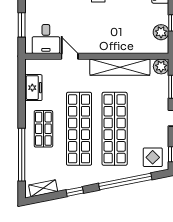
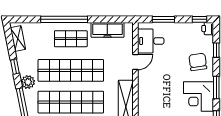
freezer: (33, 88) -> (107, 30), width x1.40
window: (22, 155) -> (64, 19), moved
plant: (92, 177) -> (28, 82), added

